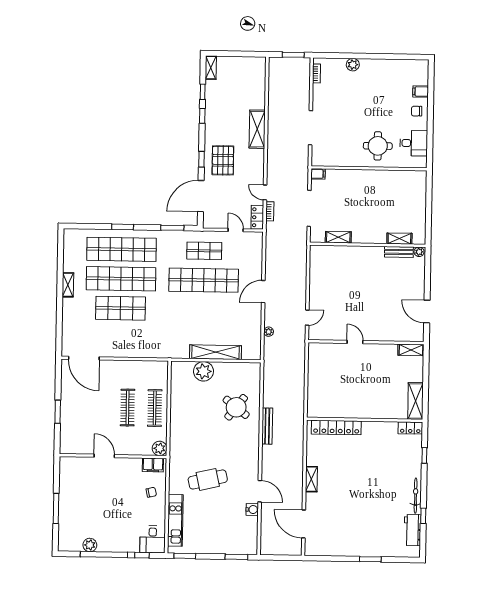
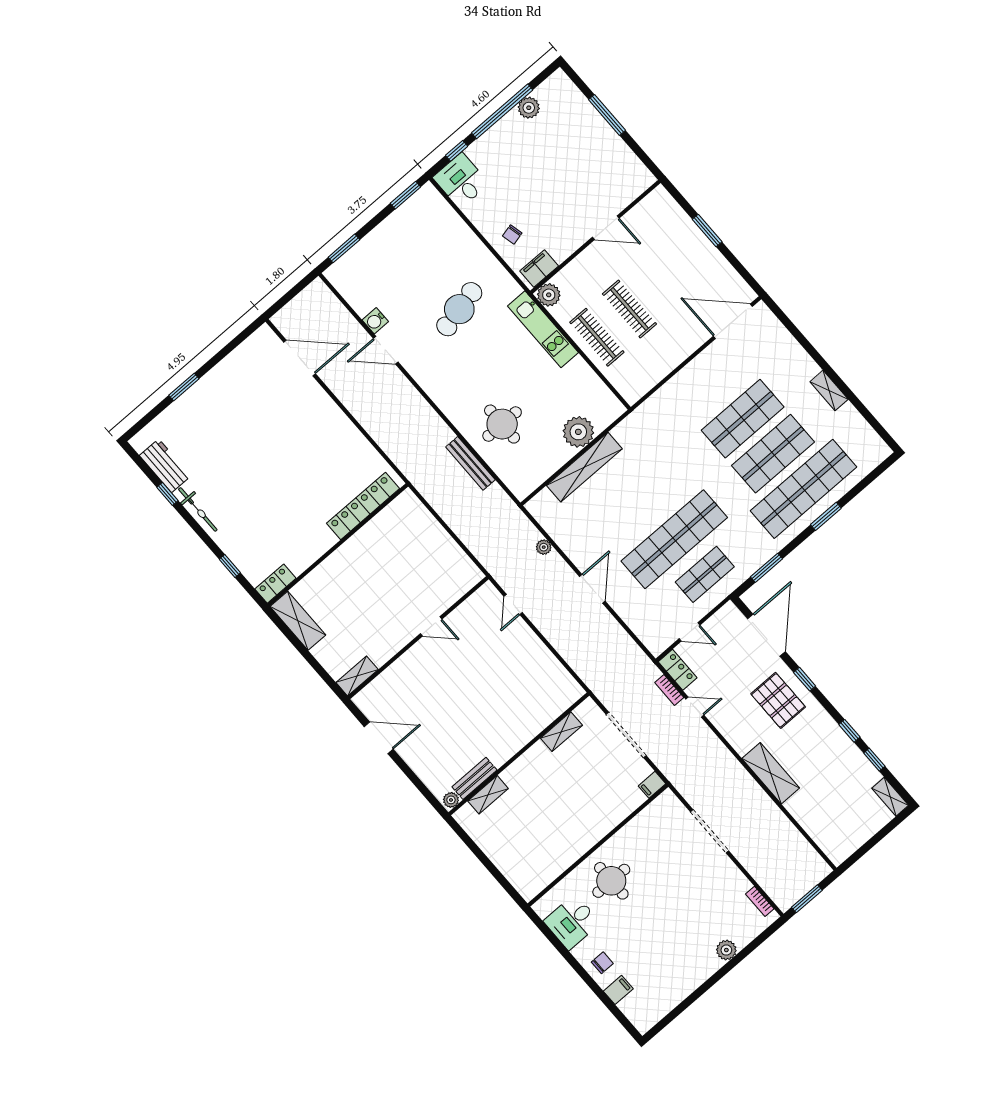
shop shelf: (121, 279) -> (773, 454), width x0.71
round table: (236, 407) -> (502, 424), turned -38
bench: (267, 426) -> (470, 463), moved
shelving: (311, 479) -> (338, 419), removed
kitchen unit: (175, 520) -> (543, 329), moved

